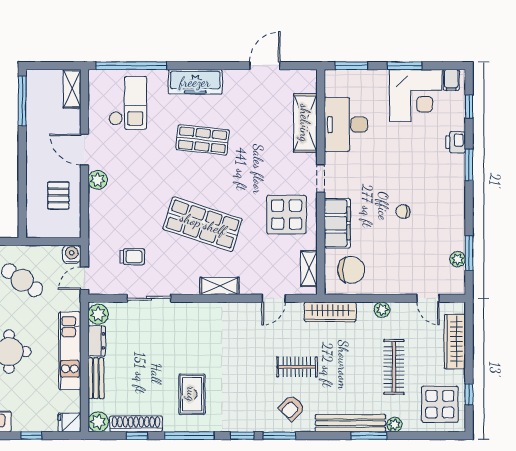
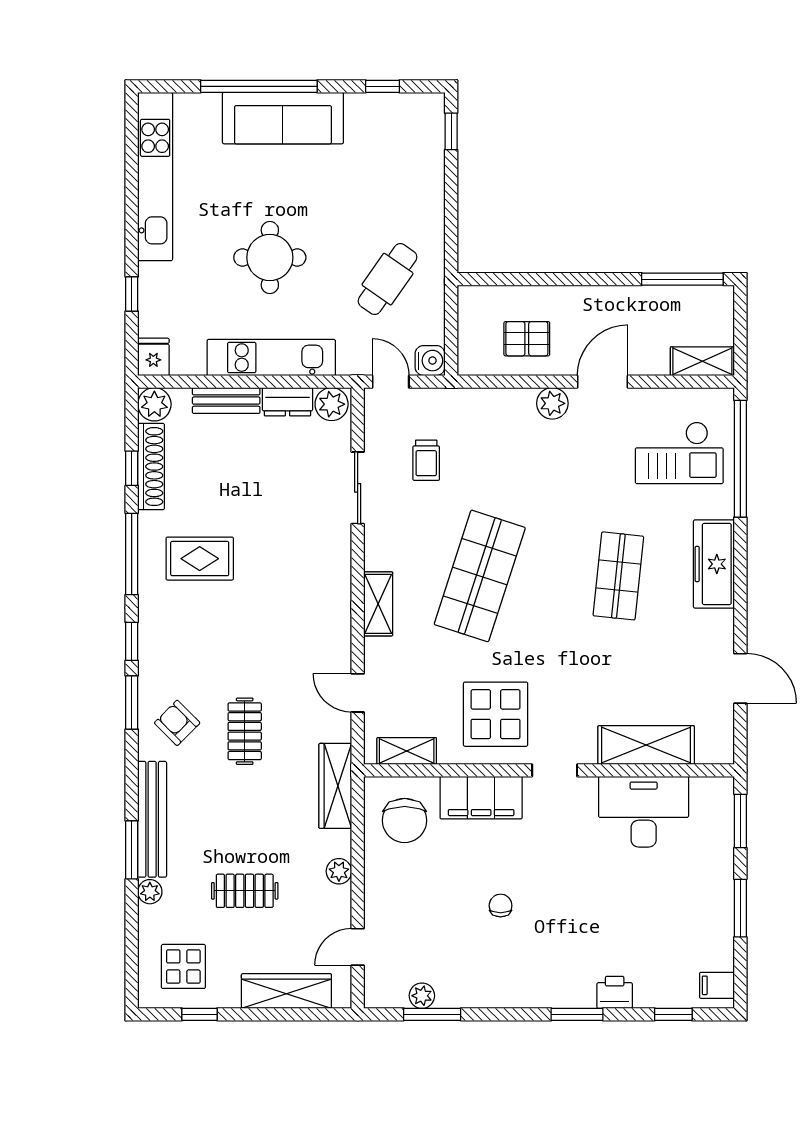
corner desk: (416, 95) -> (691, 927), removed
clothes rail: (394, 367) -> (245, 891), width x0.73
display table: (440, 404) -> (183, 966), width x0.73, depth x0.73

